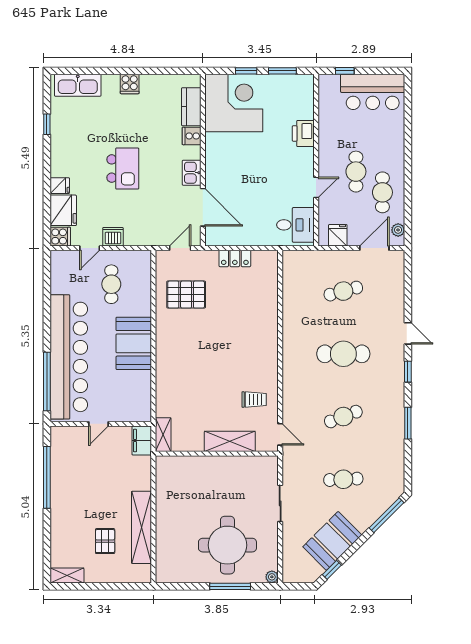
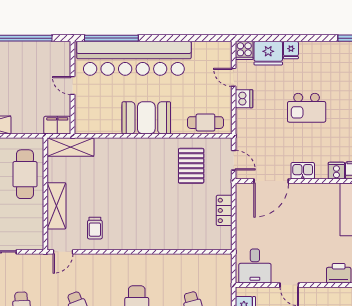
cafe table: (111, 284) -> (205, 123), moved
shelving: (163, 435) -> (71, 147), width x1.50, depth x1.33
cafe table: (195, 476) -> (25, 174), added

